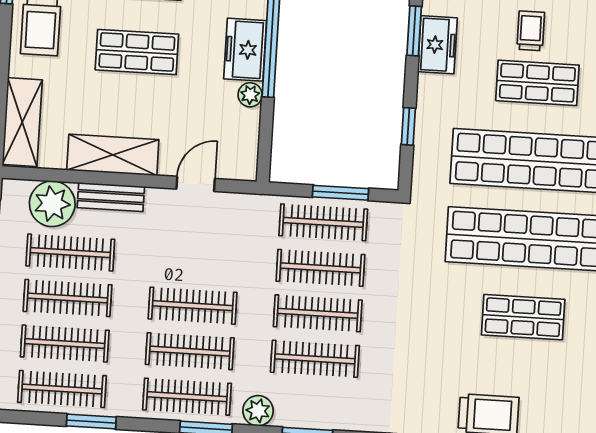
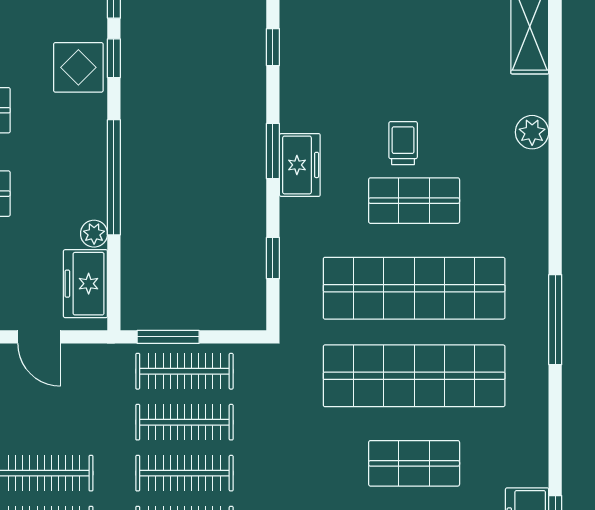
freezer: (245, 50) -> (85, 284), moved
door: (196, 184) -> (39, 337), swing flipped
window: (341, 193) -> (168, 337), moved

